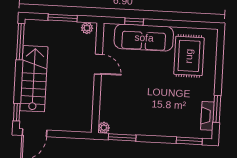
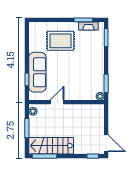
rug: (189, 56) -> (61, 41), moved
stairs: (34, 79) -> (51, 146), moved

